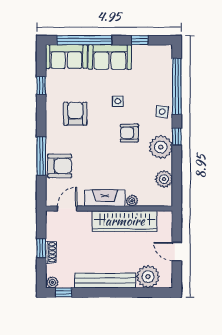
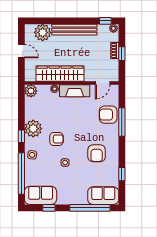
sofa: (110, 57) -> (41, 195), moved
plant: (164, 179) -> (31, 91), moved

